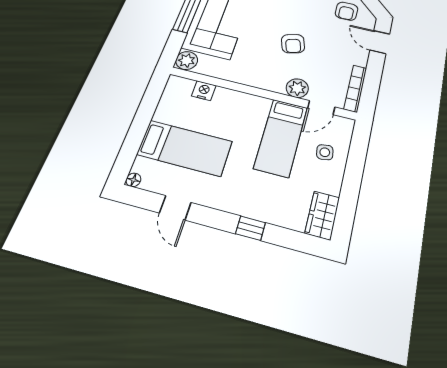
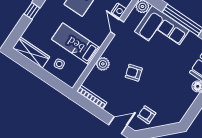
door: (321, 108) -> (117, 27), moved
wardrobe: (322, 215) -> (31, 52), width x1.50

